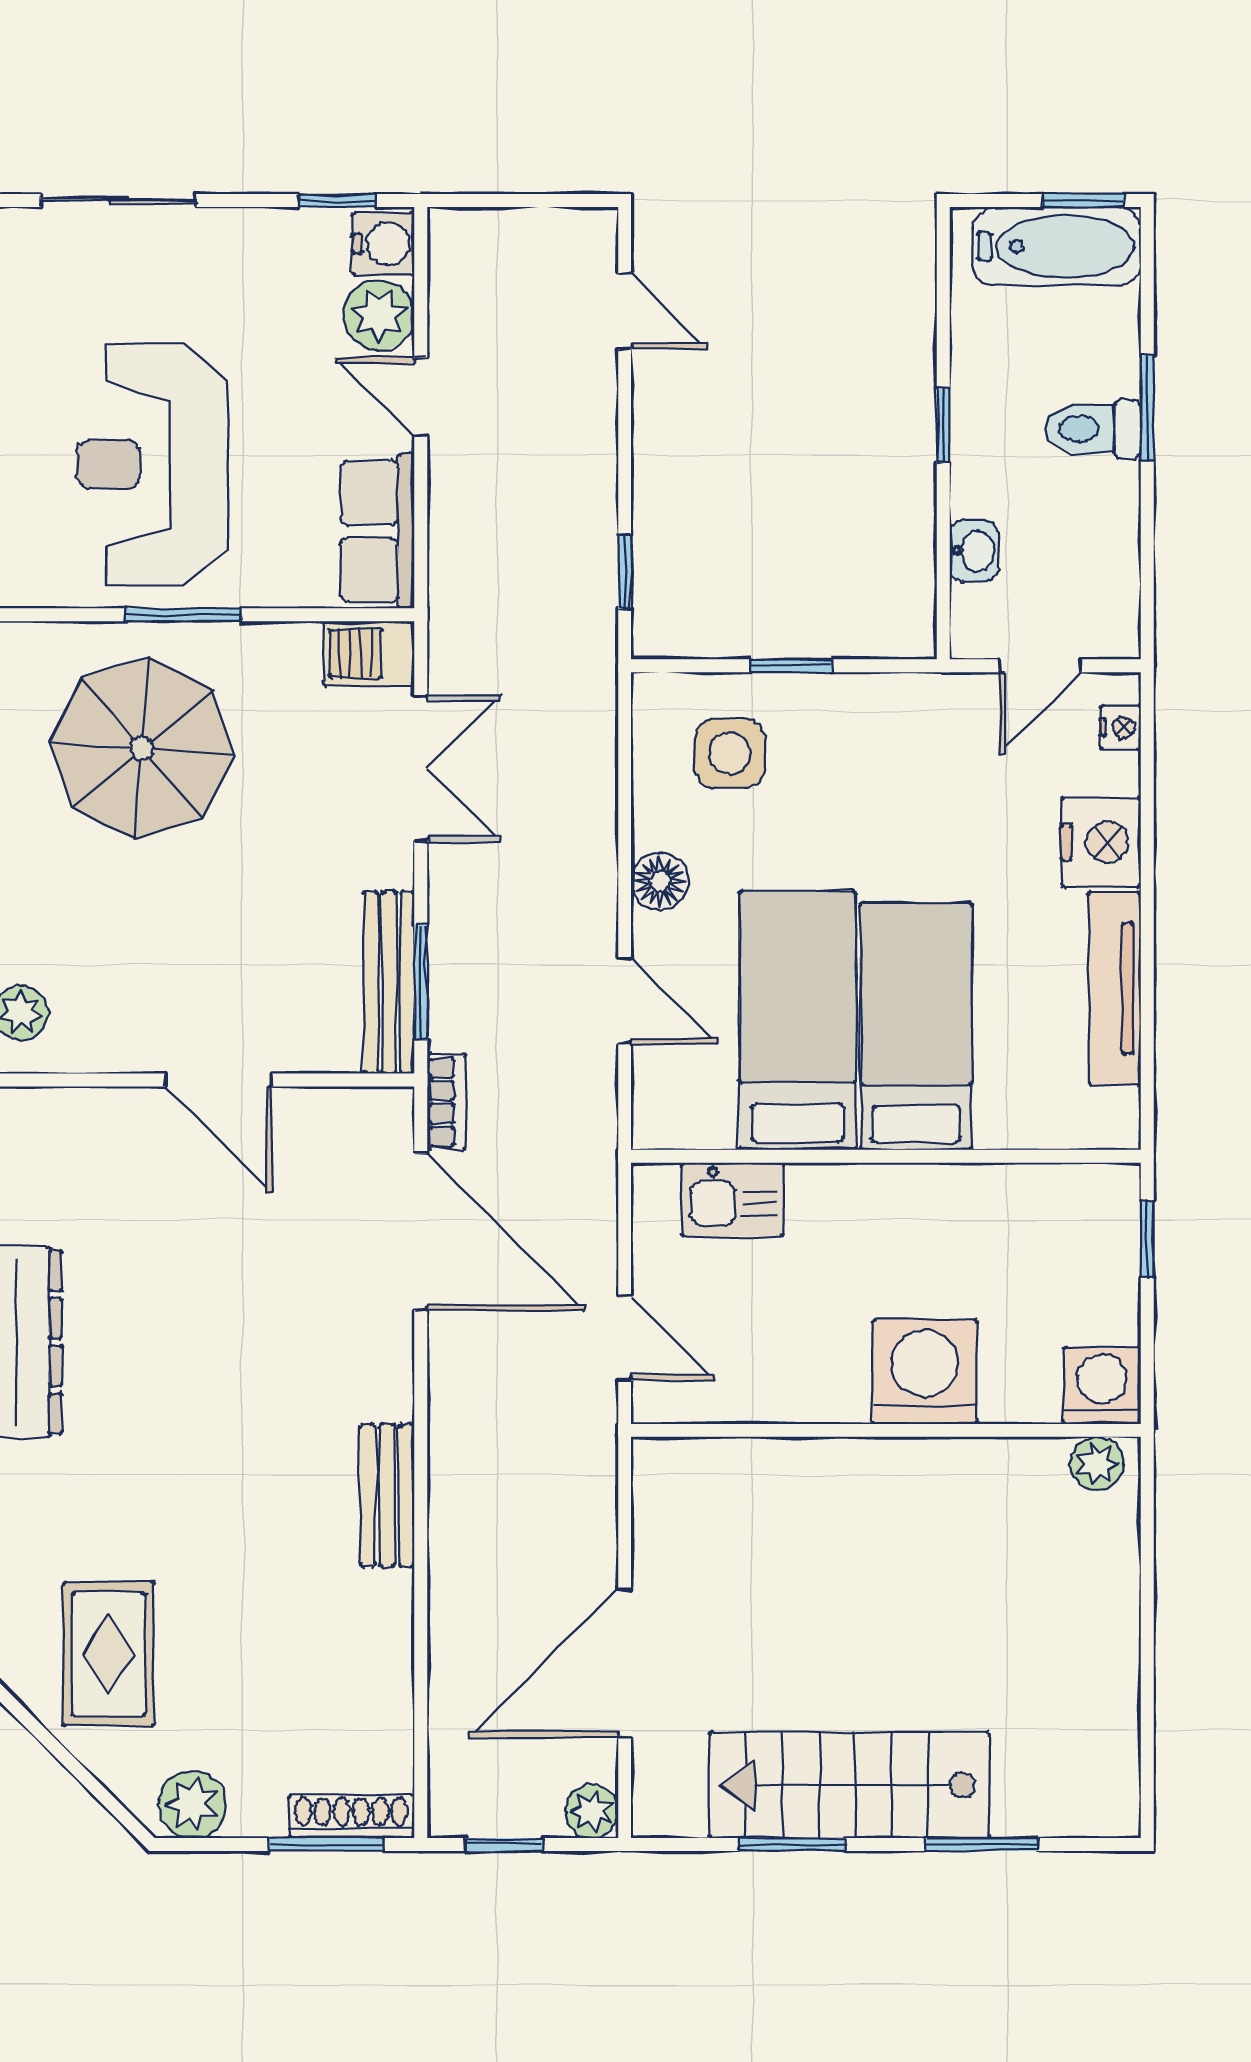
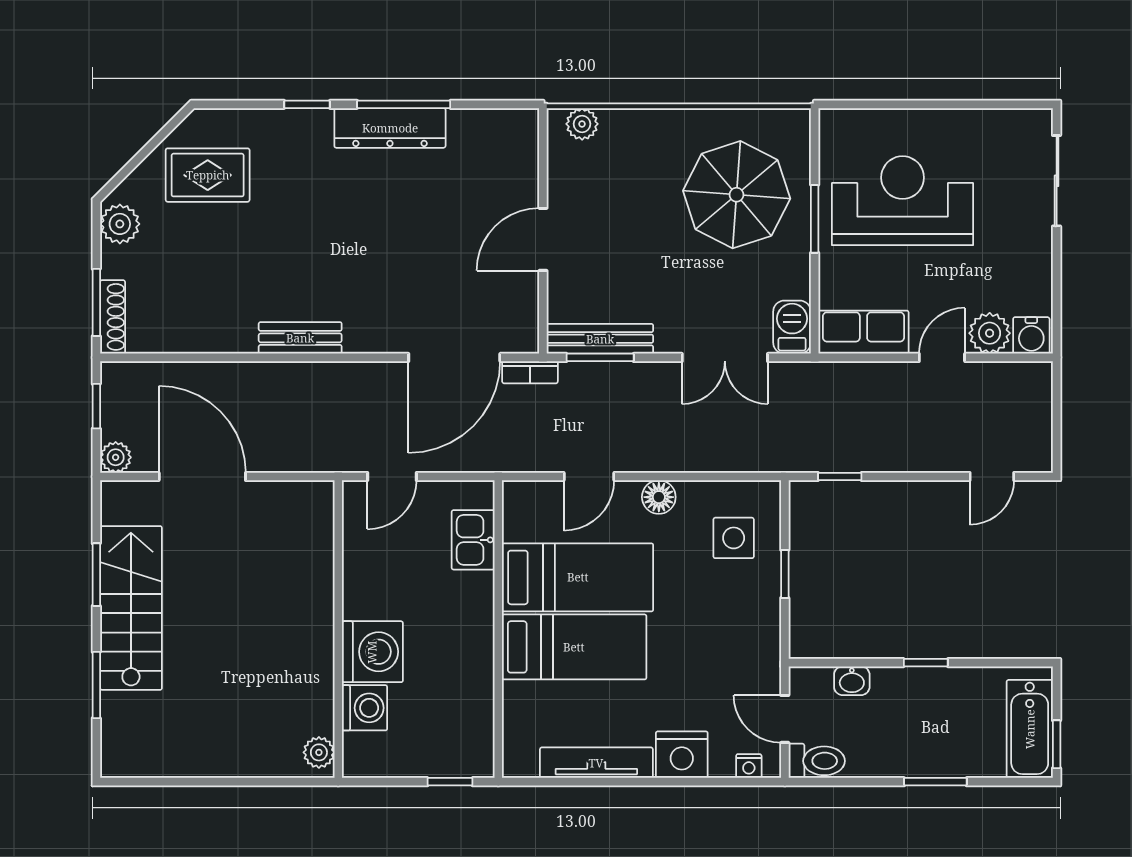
window: (337, 201) -> (1057, 309), removed
toilet: (1092, 429) -> (817, 761), moved, turned 90
washing machine: (1102, 1385) -> (365, 708), moved

